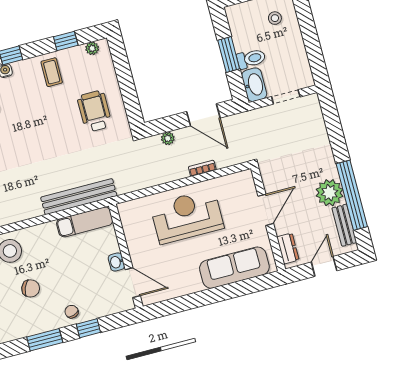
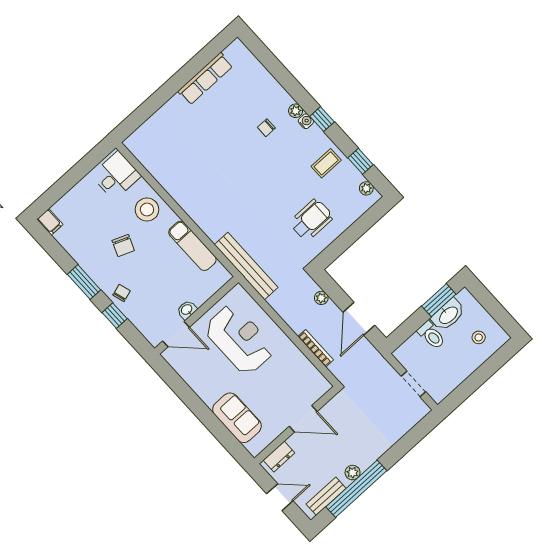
window: (229, 55) -> (439, 300), moved
washbasin: (254, 85) -> (448, 315), moved
bookcase: (202, 168) -> (316, 348), width x1.56
plant: (330, 193) -> (353, 473), width x0.53, depth x0.53
bench: (79, 197) -> (246, 266), moved
reception desk: (187, 216) -> (239, 339), moved
exam couch: (85, 222) -> (192, 246), moved
sofa: (234, 268) -> (237, 418), width x0.73
door: (133, 283) -> (176, 334), hinge flipped

